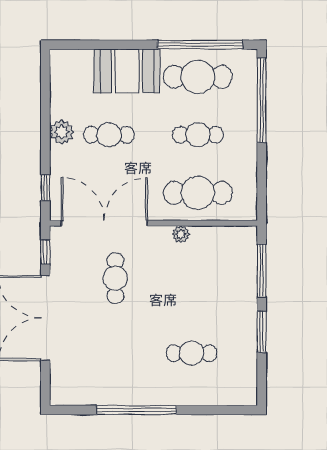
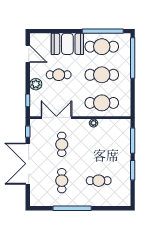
door: (45, 92) -> (28, 54), added
plant: (62, 132) -> (36, 84), moved
cafe table: (198, 135) -> (102, 75), width x1.37, depth x1.35
double door: (104, 223) -> (56, 118), width x0.73
cafe table: (115, 353) -> (62, 181), added

